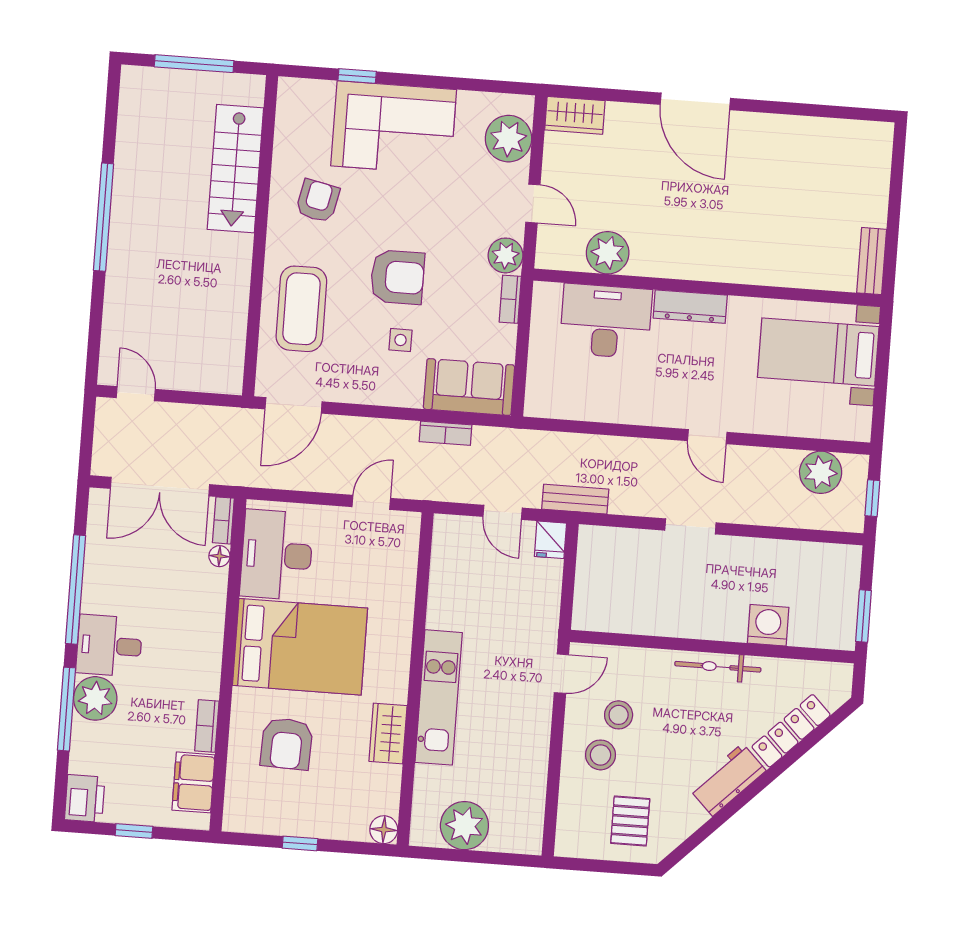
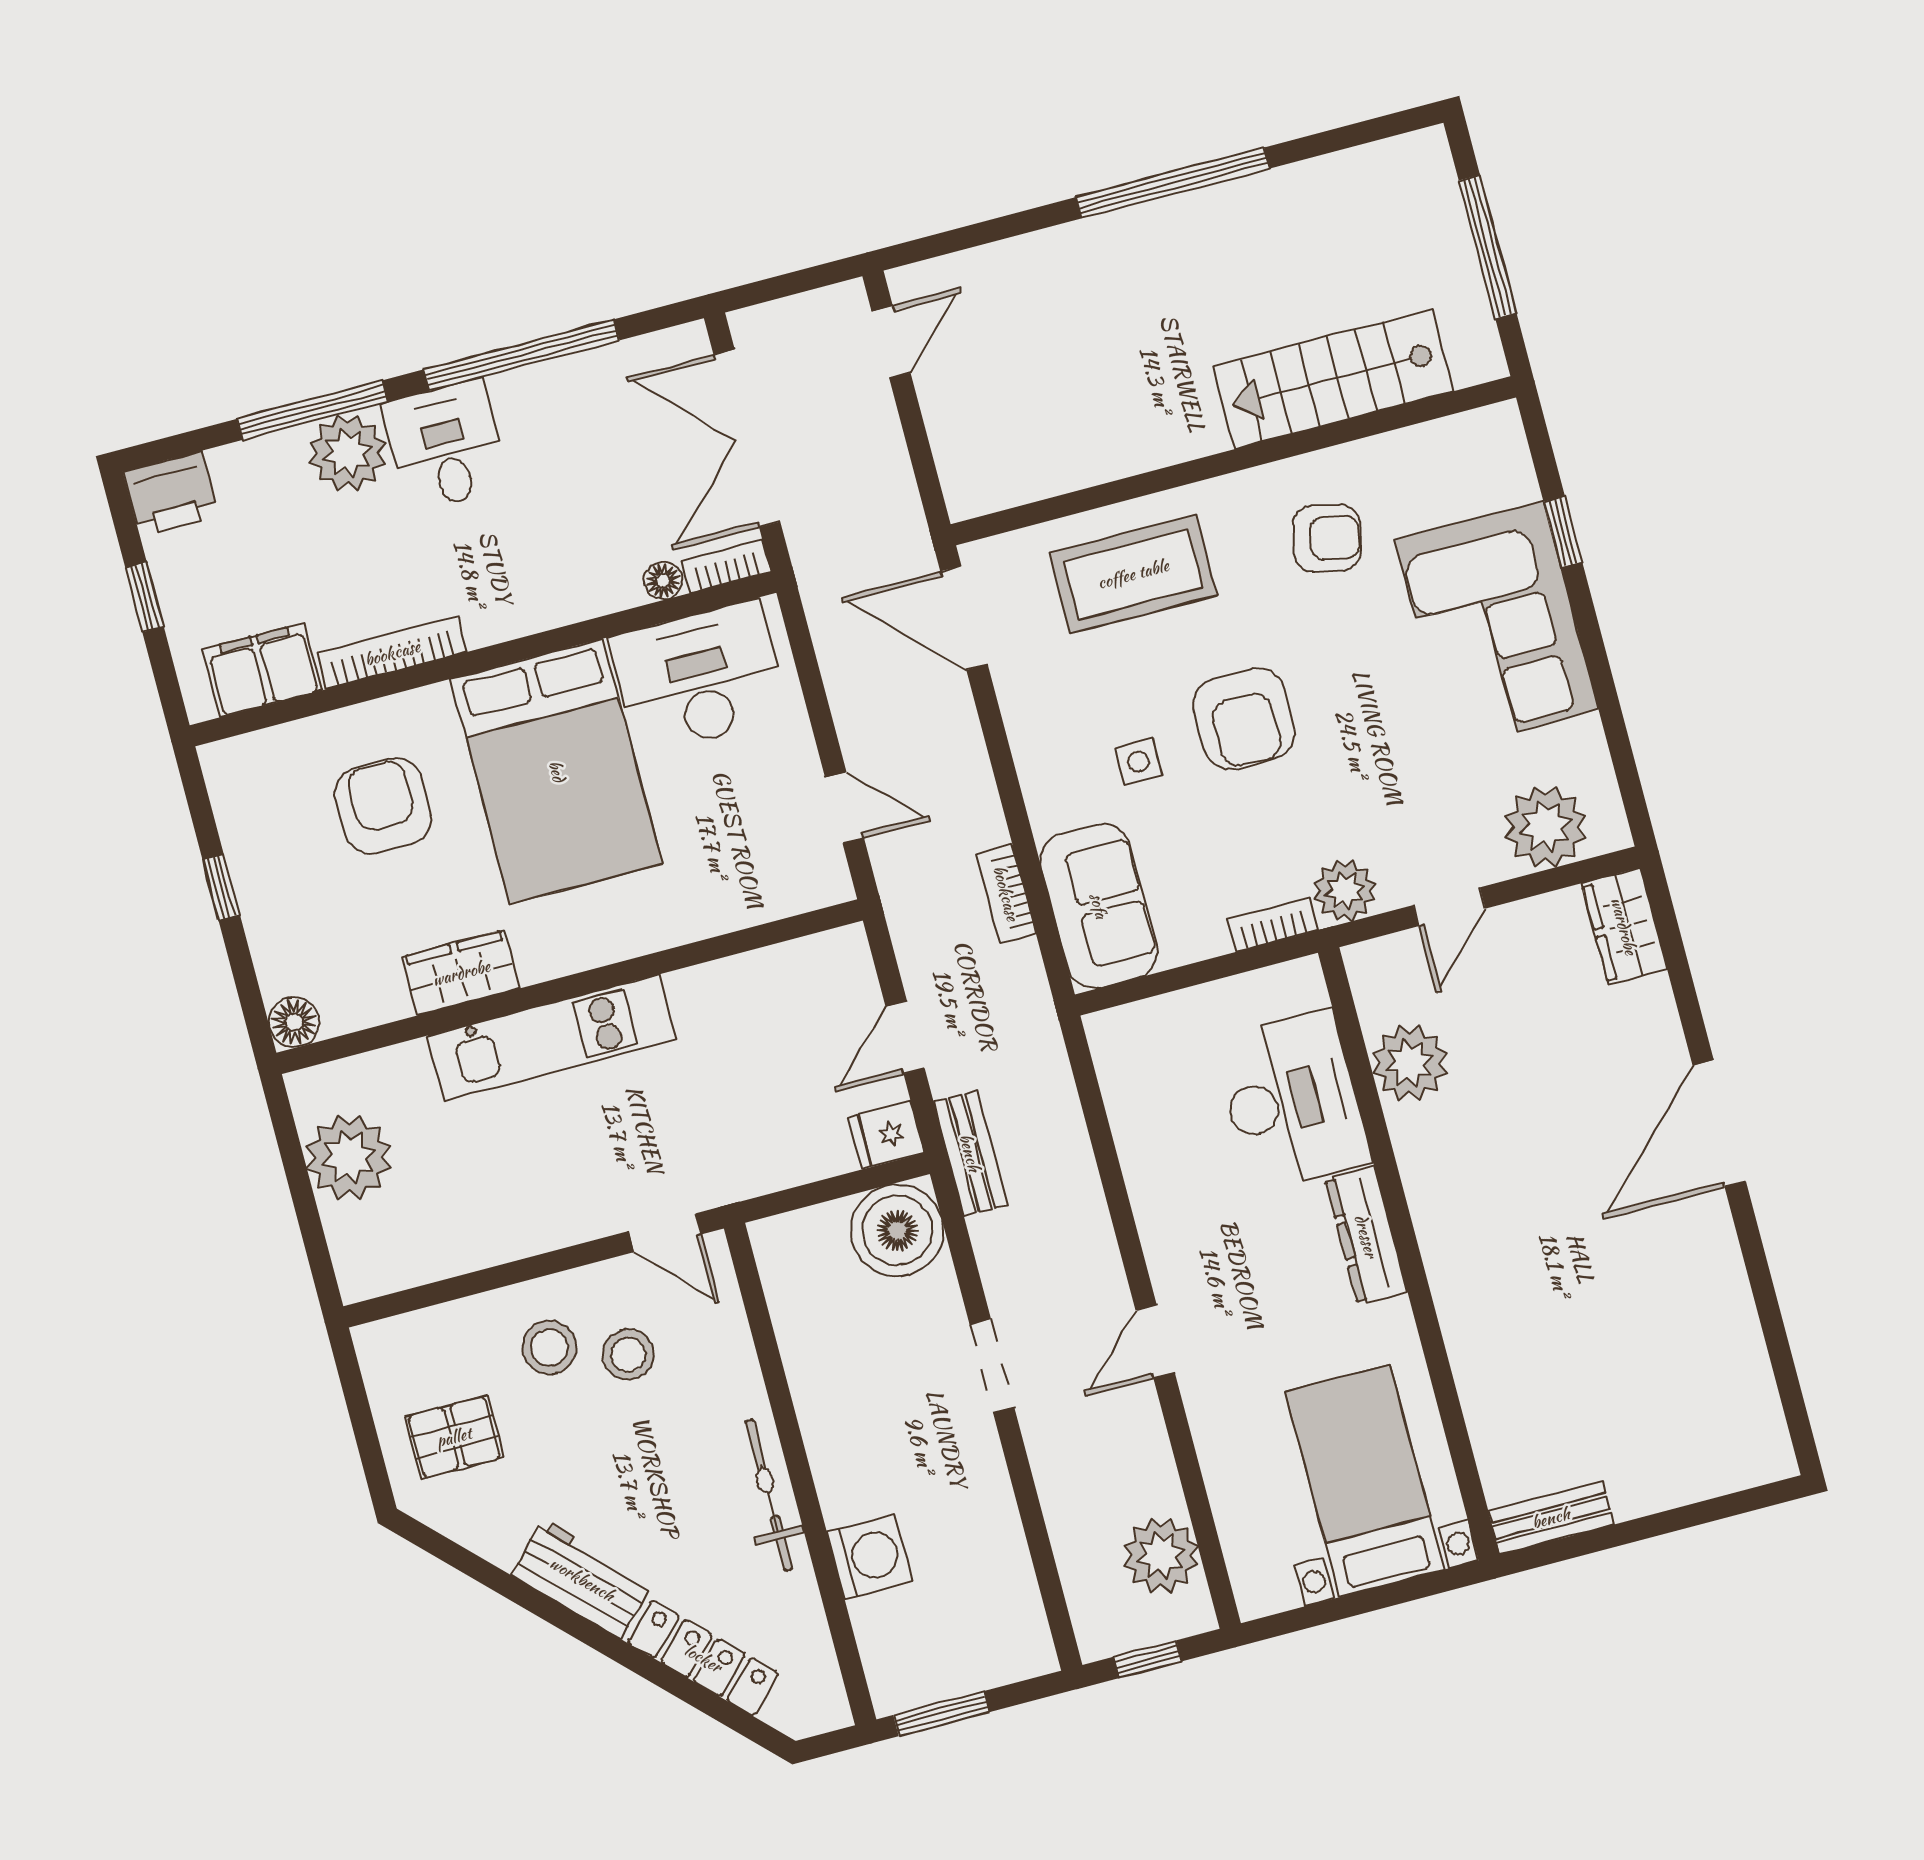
boiler: (602, 551) -> (897, 1230), added
bookcase: (207, 726) -> (392, 653), width x1.56
armchair: (287, 744) -> (383, 806), turned 88

